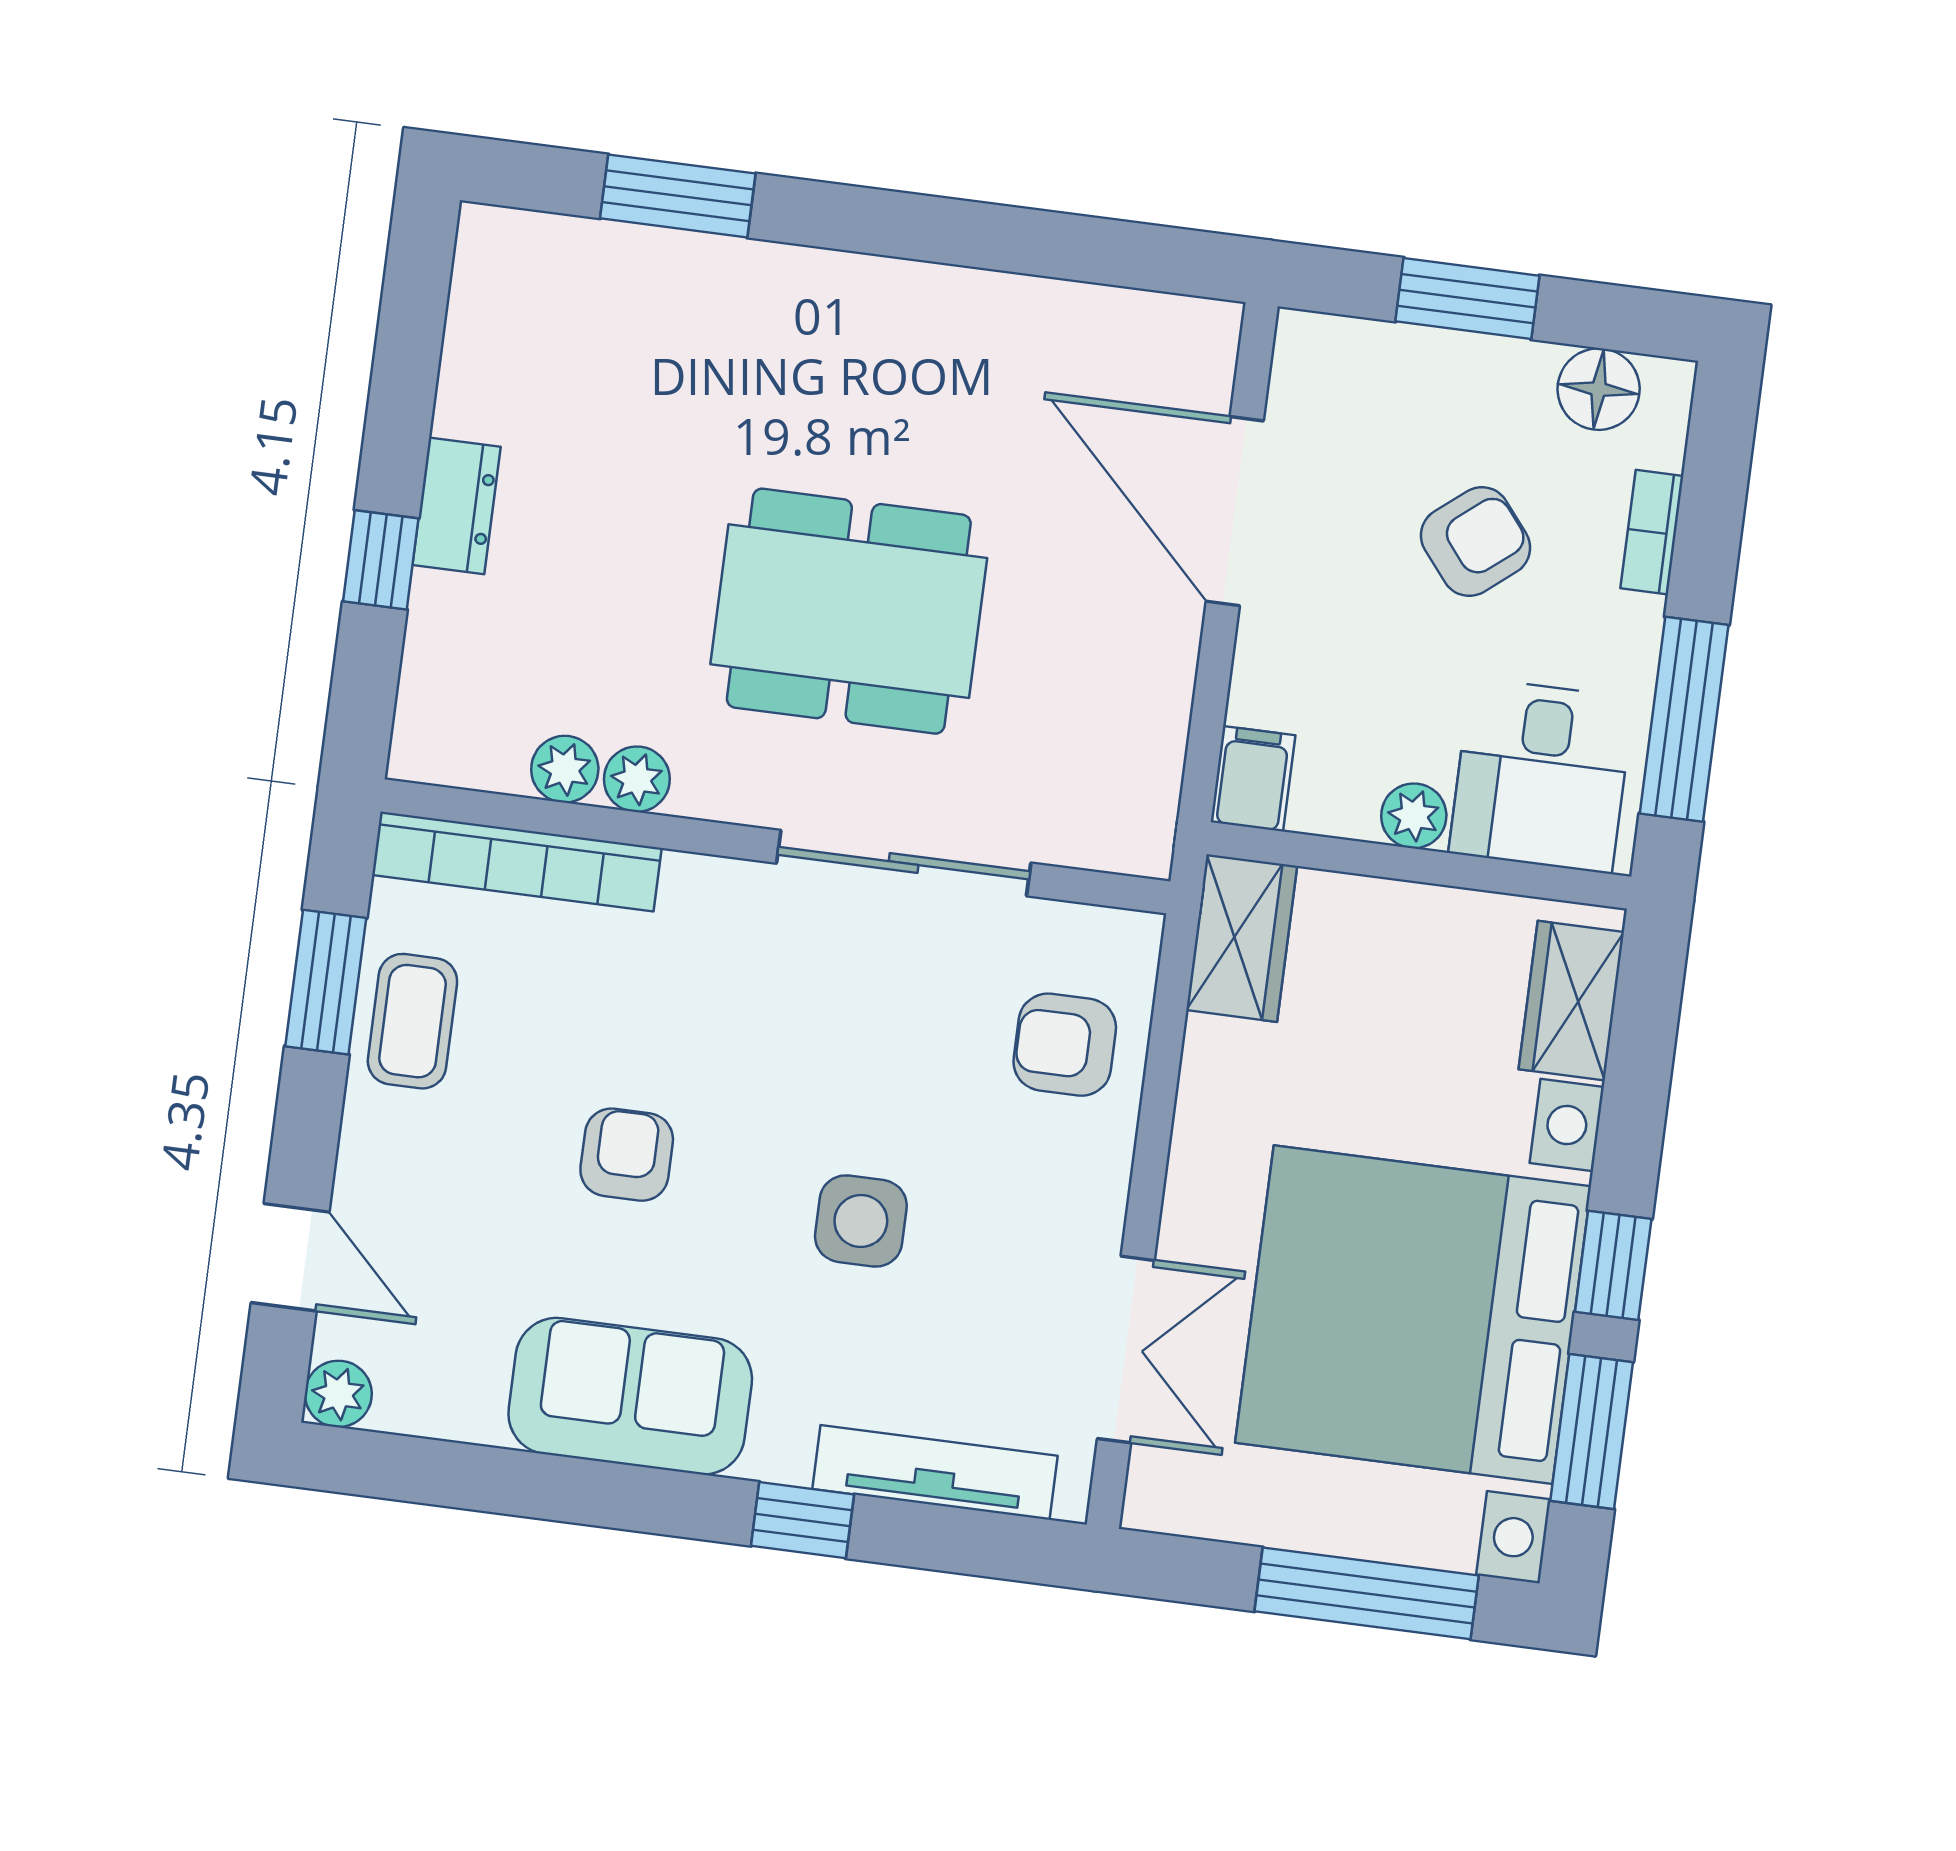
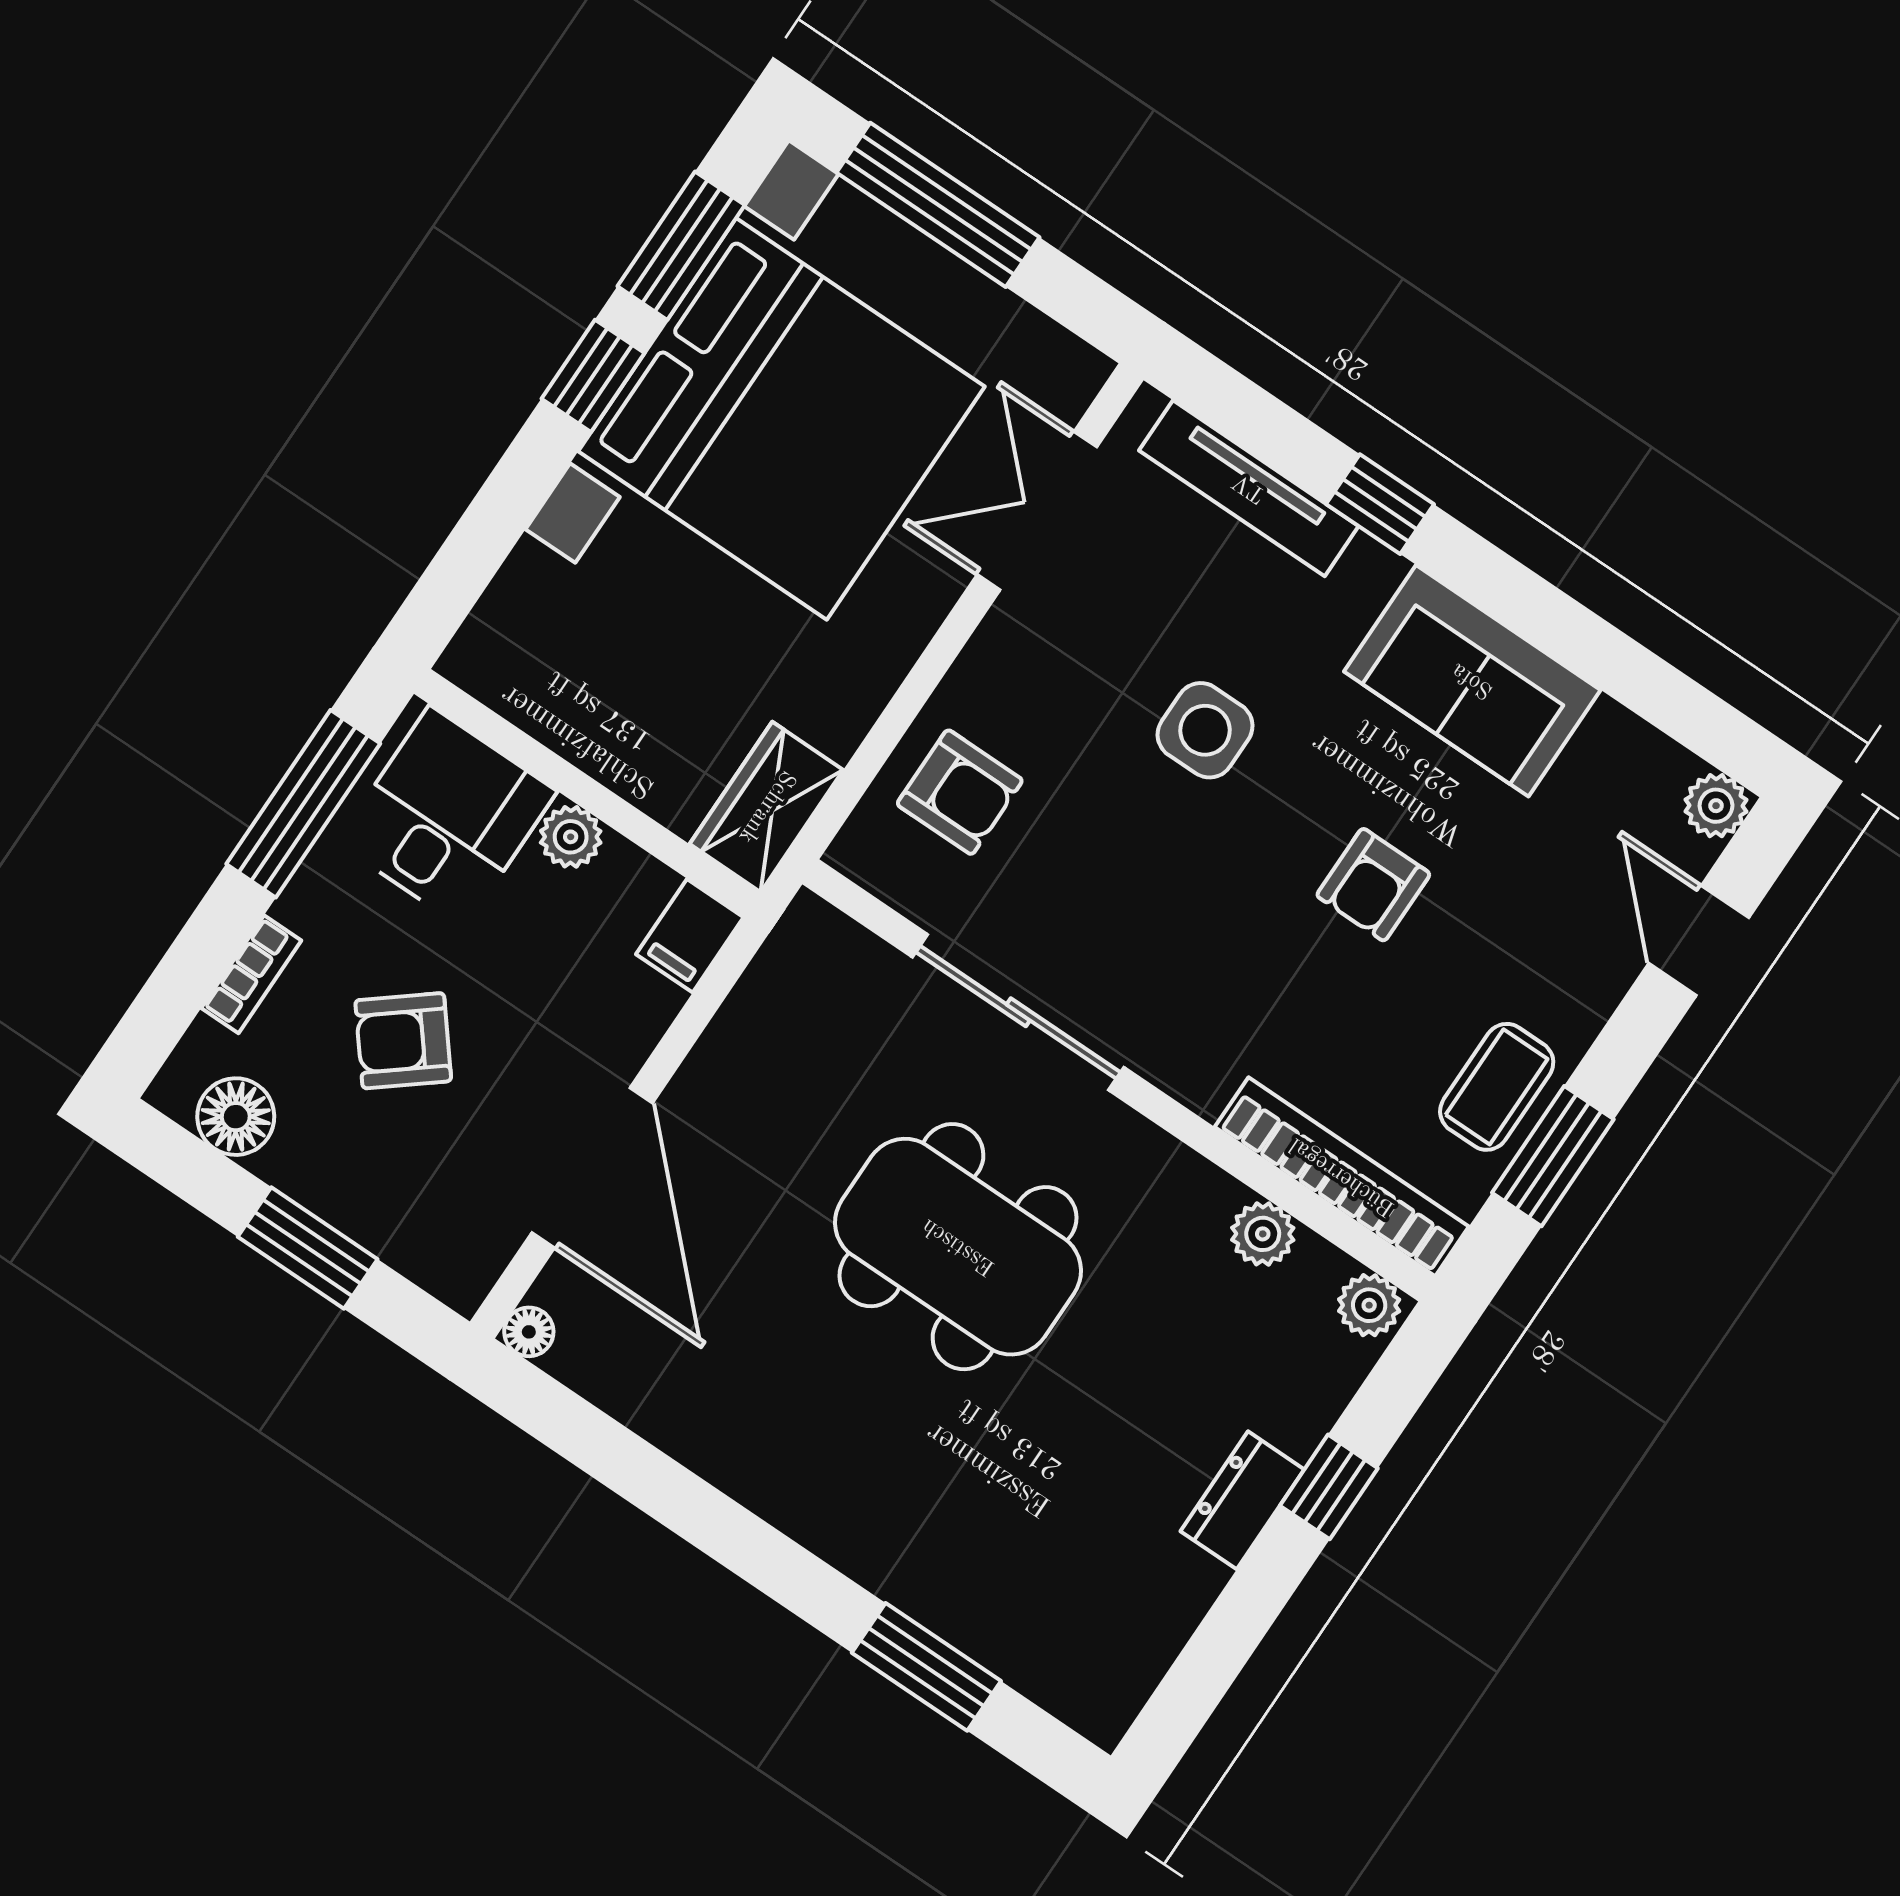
floor lamp: (1217, 325) -> (529, 1332), added
plant: (637, 779) -> (1369, 1305), moved
wardrobe: (1571, 1001) -> (516, 615), removed

